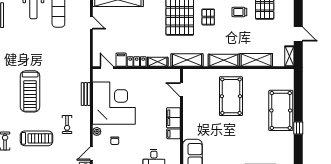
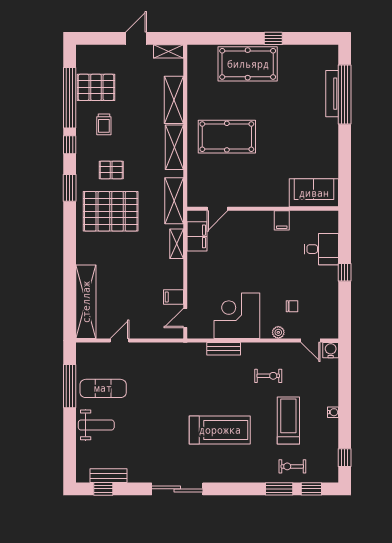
locker: (137, 61) -> (176, 274), removed
corner desk: (114, 103) -> (237, 316), width x0.74, depth x0.74
filing cabinet: (173, 118) -> (197, 236), moved, turned -90

